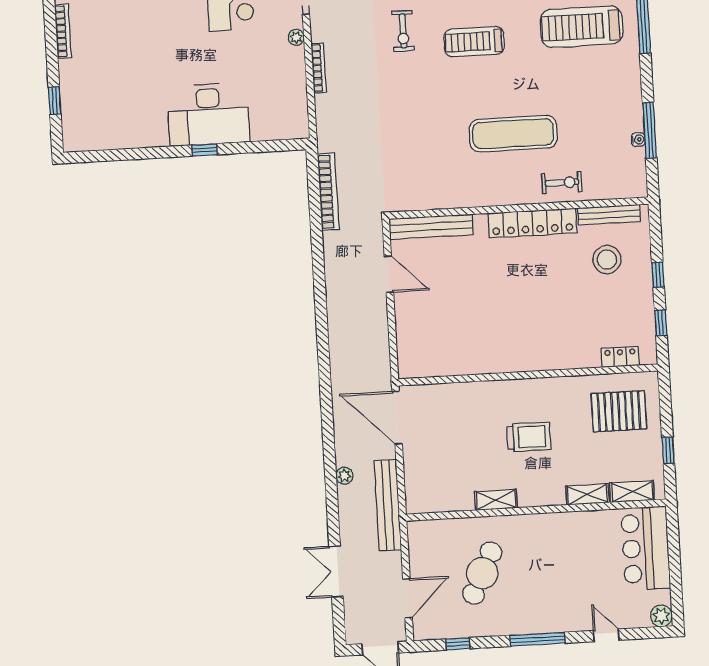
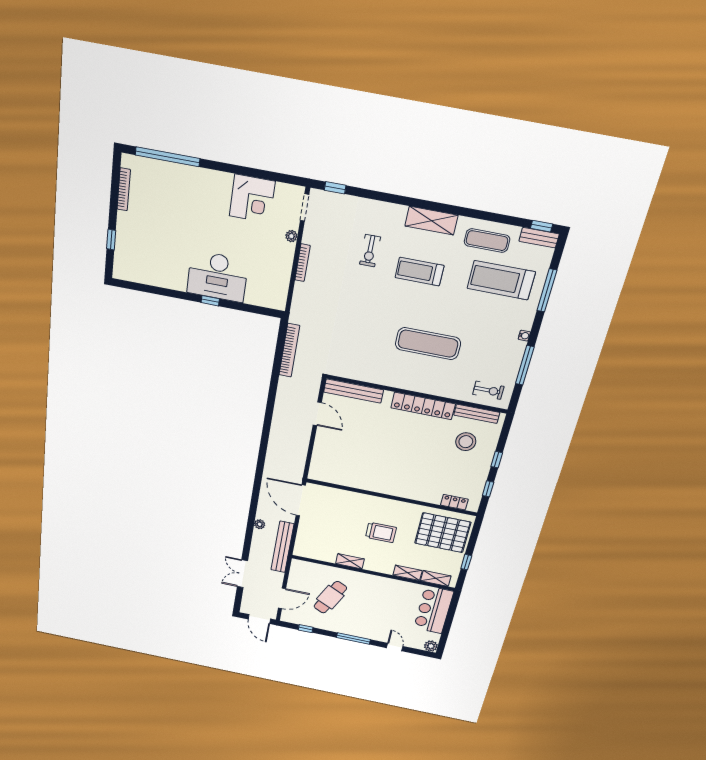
water cooler: (638, 140) -> (524, 336), moved
exercise bike: (562, 183) -> (488, 390), moved
pallet: (619, 411) -> (443, 533), width x1.37, depth x1.41

